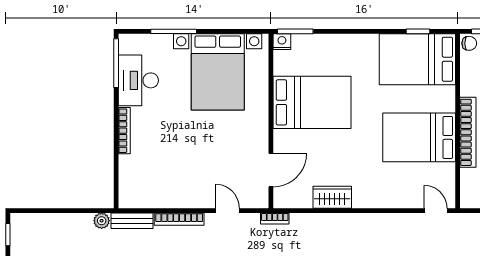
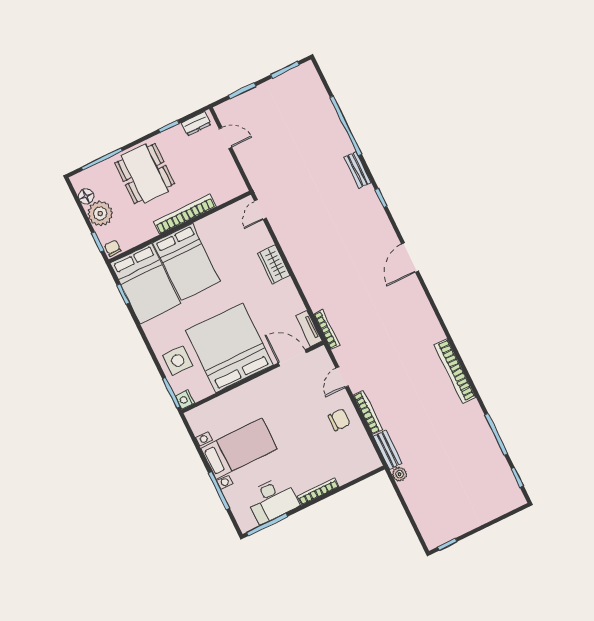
side table: (324, 54) -> (178, 361), added
bed with nightstands: (218, 72) -> (239, 449), width x0.73
bed: (312, 102) -> (229, 348), width x1.36
bed: (419, 137) -> (187, 262), moved
chair: (186, 187) -> (339, 420), added
wardrobe: (332, 197) -> (274, 264), moved
tv unit: (292, 201) -> (309, 329), added
bookcase: (275, 218) -> (327, 329), width x1.56

